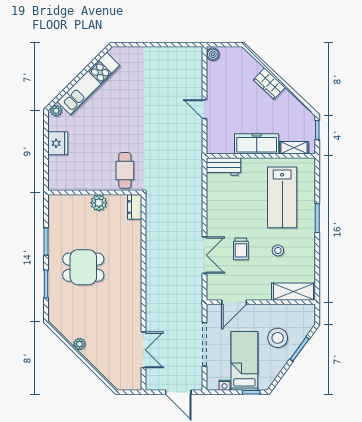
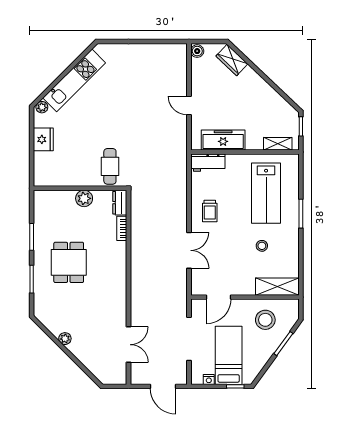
wardrobe: (269, 84) -> (232, 60), moved
freezer: (257, 144) -> (223, 140), moved
bookcase: (137, 233) -> (122, 228), added
trolley: (241, 249) -> (210, 211), moved
dining table: (83, 267) -> (69, 262), turned 90
stool: (278, 338) -> (265, 320), moved

